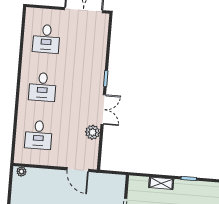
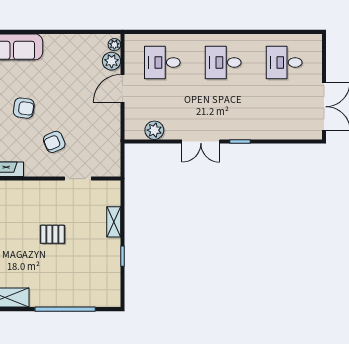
plant: (93, 132) -> (154, 130), moved
door: (78, 170) -> (122, 88), moved
plant: (34, 175) -> (112, 61), added

